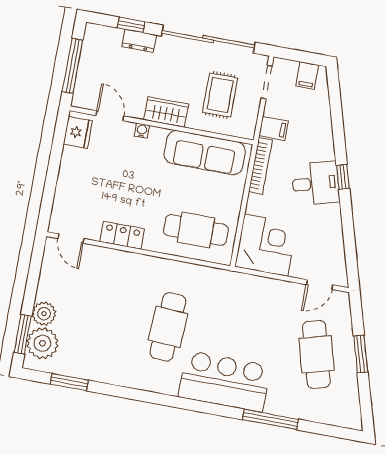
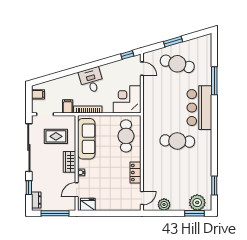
dresser: (139, 41) -> (36, 200), moved
window: (343, 177) -> (127, 55), moved
plant: (44, 314) -> (164, 205), moved
cafe table: (316, 354) -> (177, 64), turned 30

